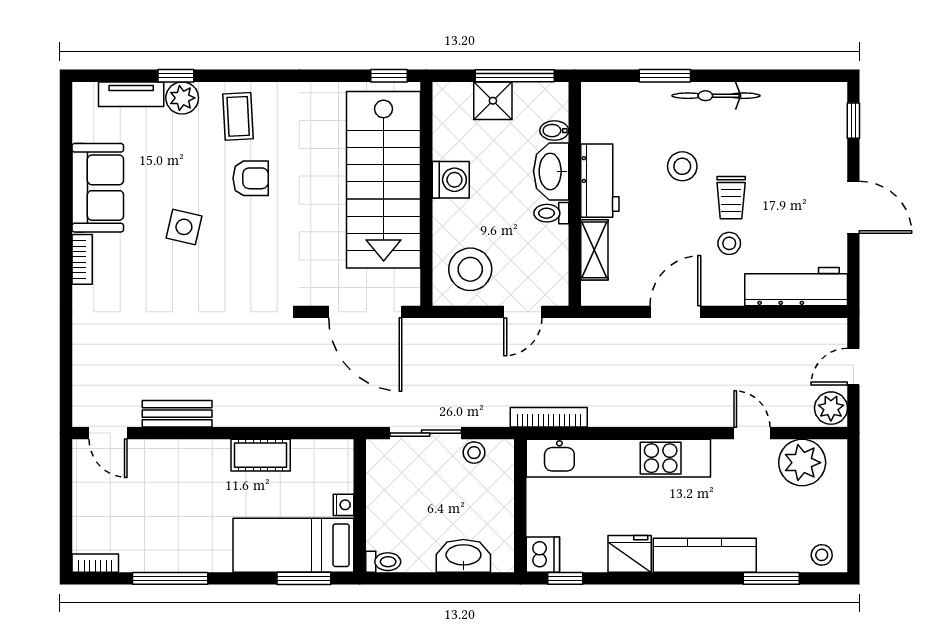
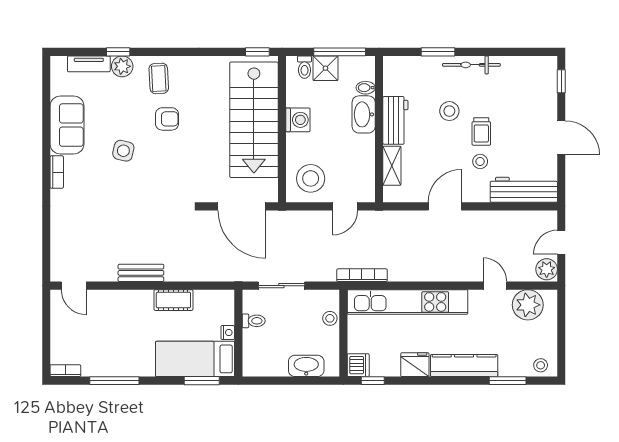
toilet: (551, 213) -> (305, 67), moved, turned -90
bench: (177, 414) -> (141, 273), moved
stool: (474, 453) -> (330, 318), moved
toilet: (383, 562) -> (254, 321), moved

